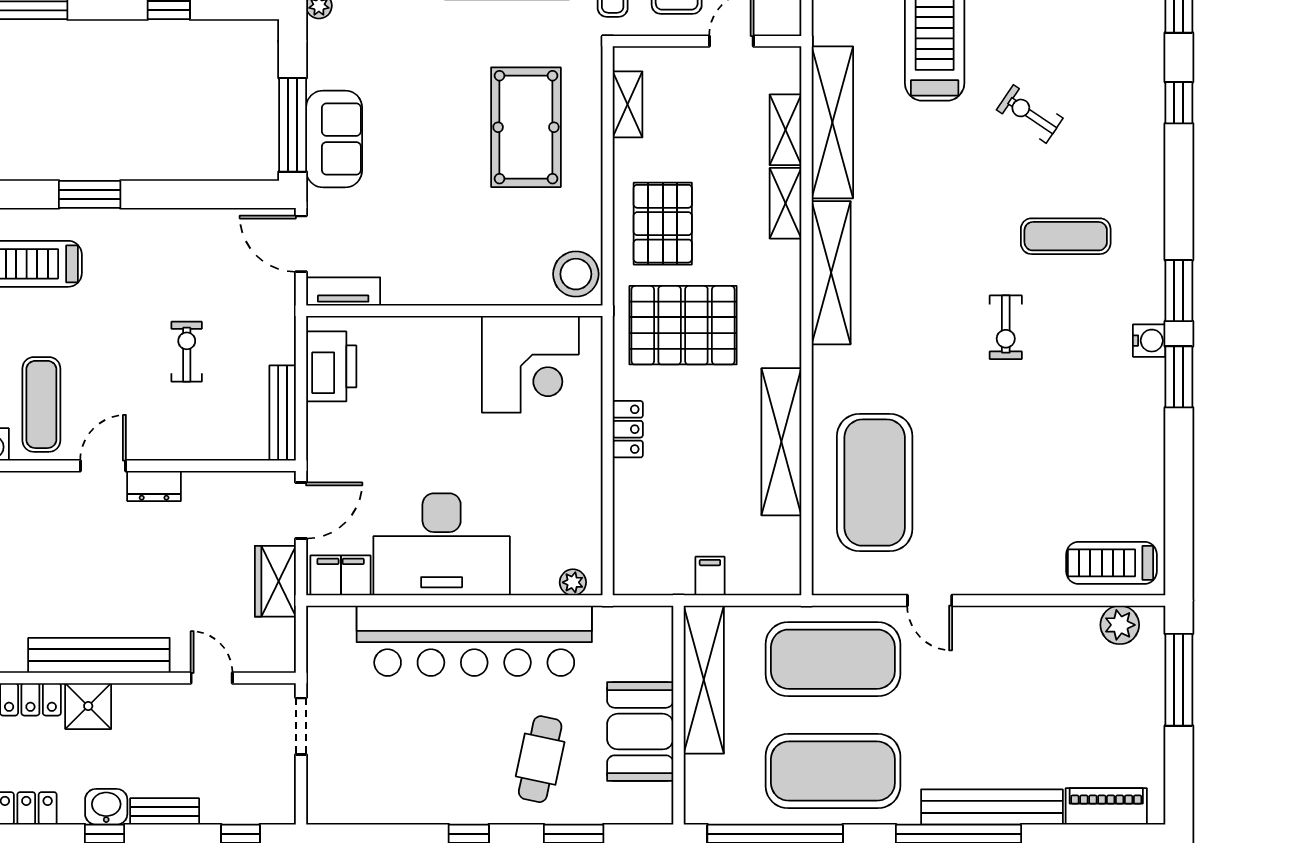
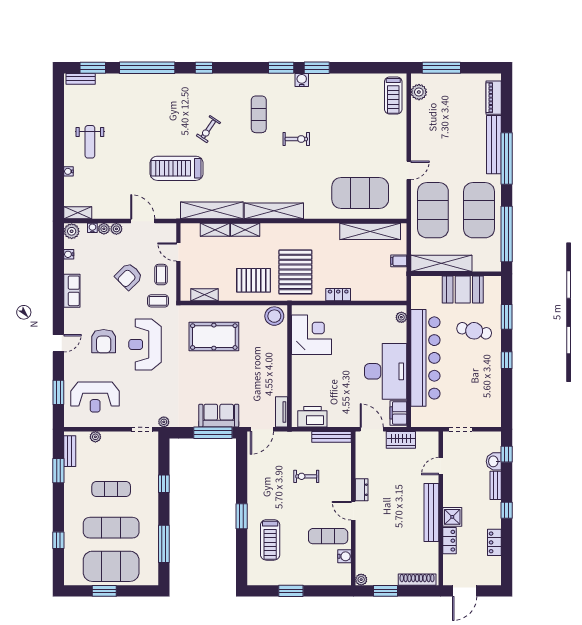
shelving: (781, 442) -> (370, 231), moved
washbasin: (106, 807) -> (494, 461), moved

